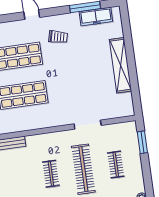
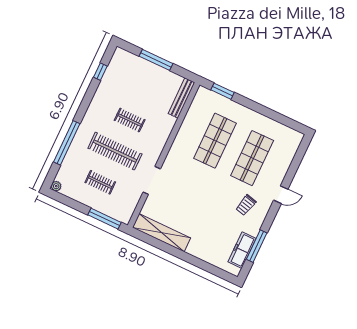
shelving: (120, 65) -> (162, 233), moved
window: (142, 142) -> (105, 219), width x1.44

